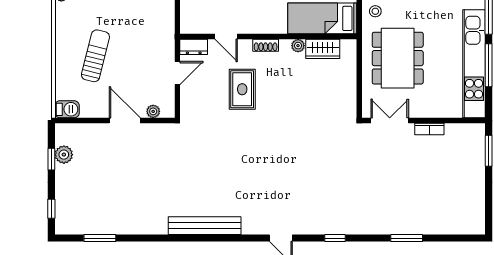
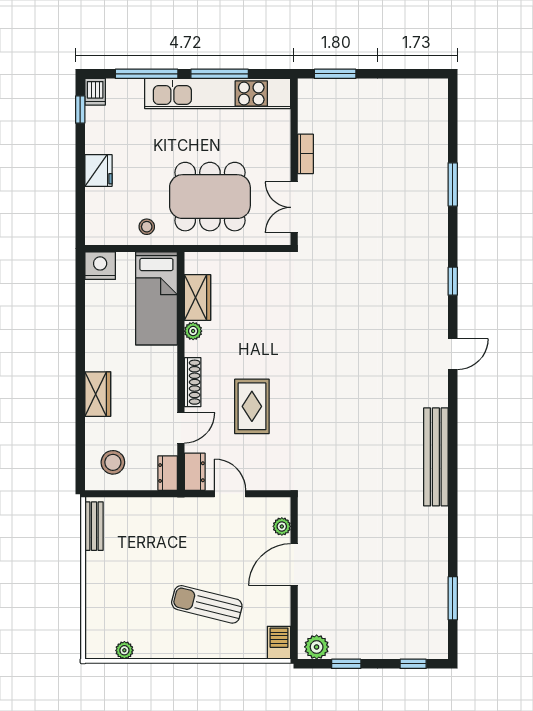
dresser: (193, 27) -> (168, 473), added
shoe rack: (266, 45) -> (193, 382), width x1.43
rug: (242, 89) -> (252, 406), turned 90
plant: (64, 155) -> (317, 647), moved

